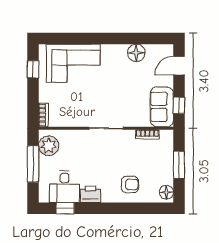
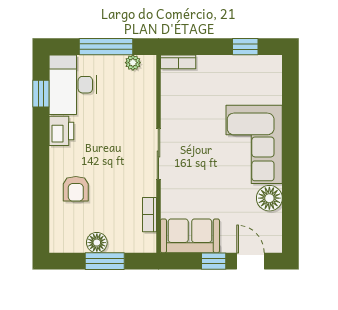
corner sofa: (73, 63) -> (254, 144), moved
window: (179, 105) -> (214, 261), moved
plant: (49, 146) -> (133, 63), width x0.53, depth x0.53
desk: (65, 187) -> (73, 85), width x1.37
floor lamp: (166, 192) -> (97, 243), moved

